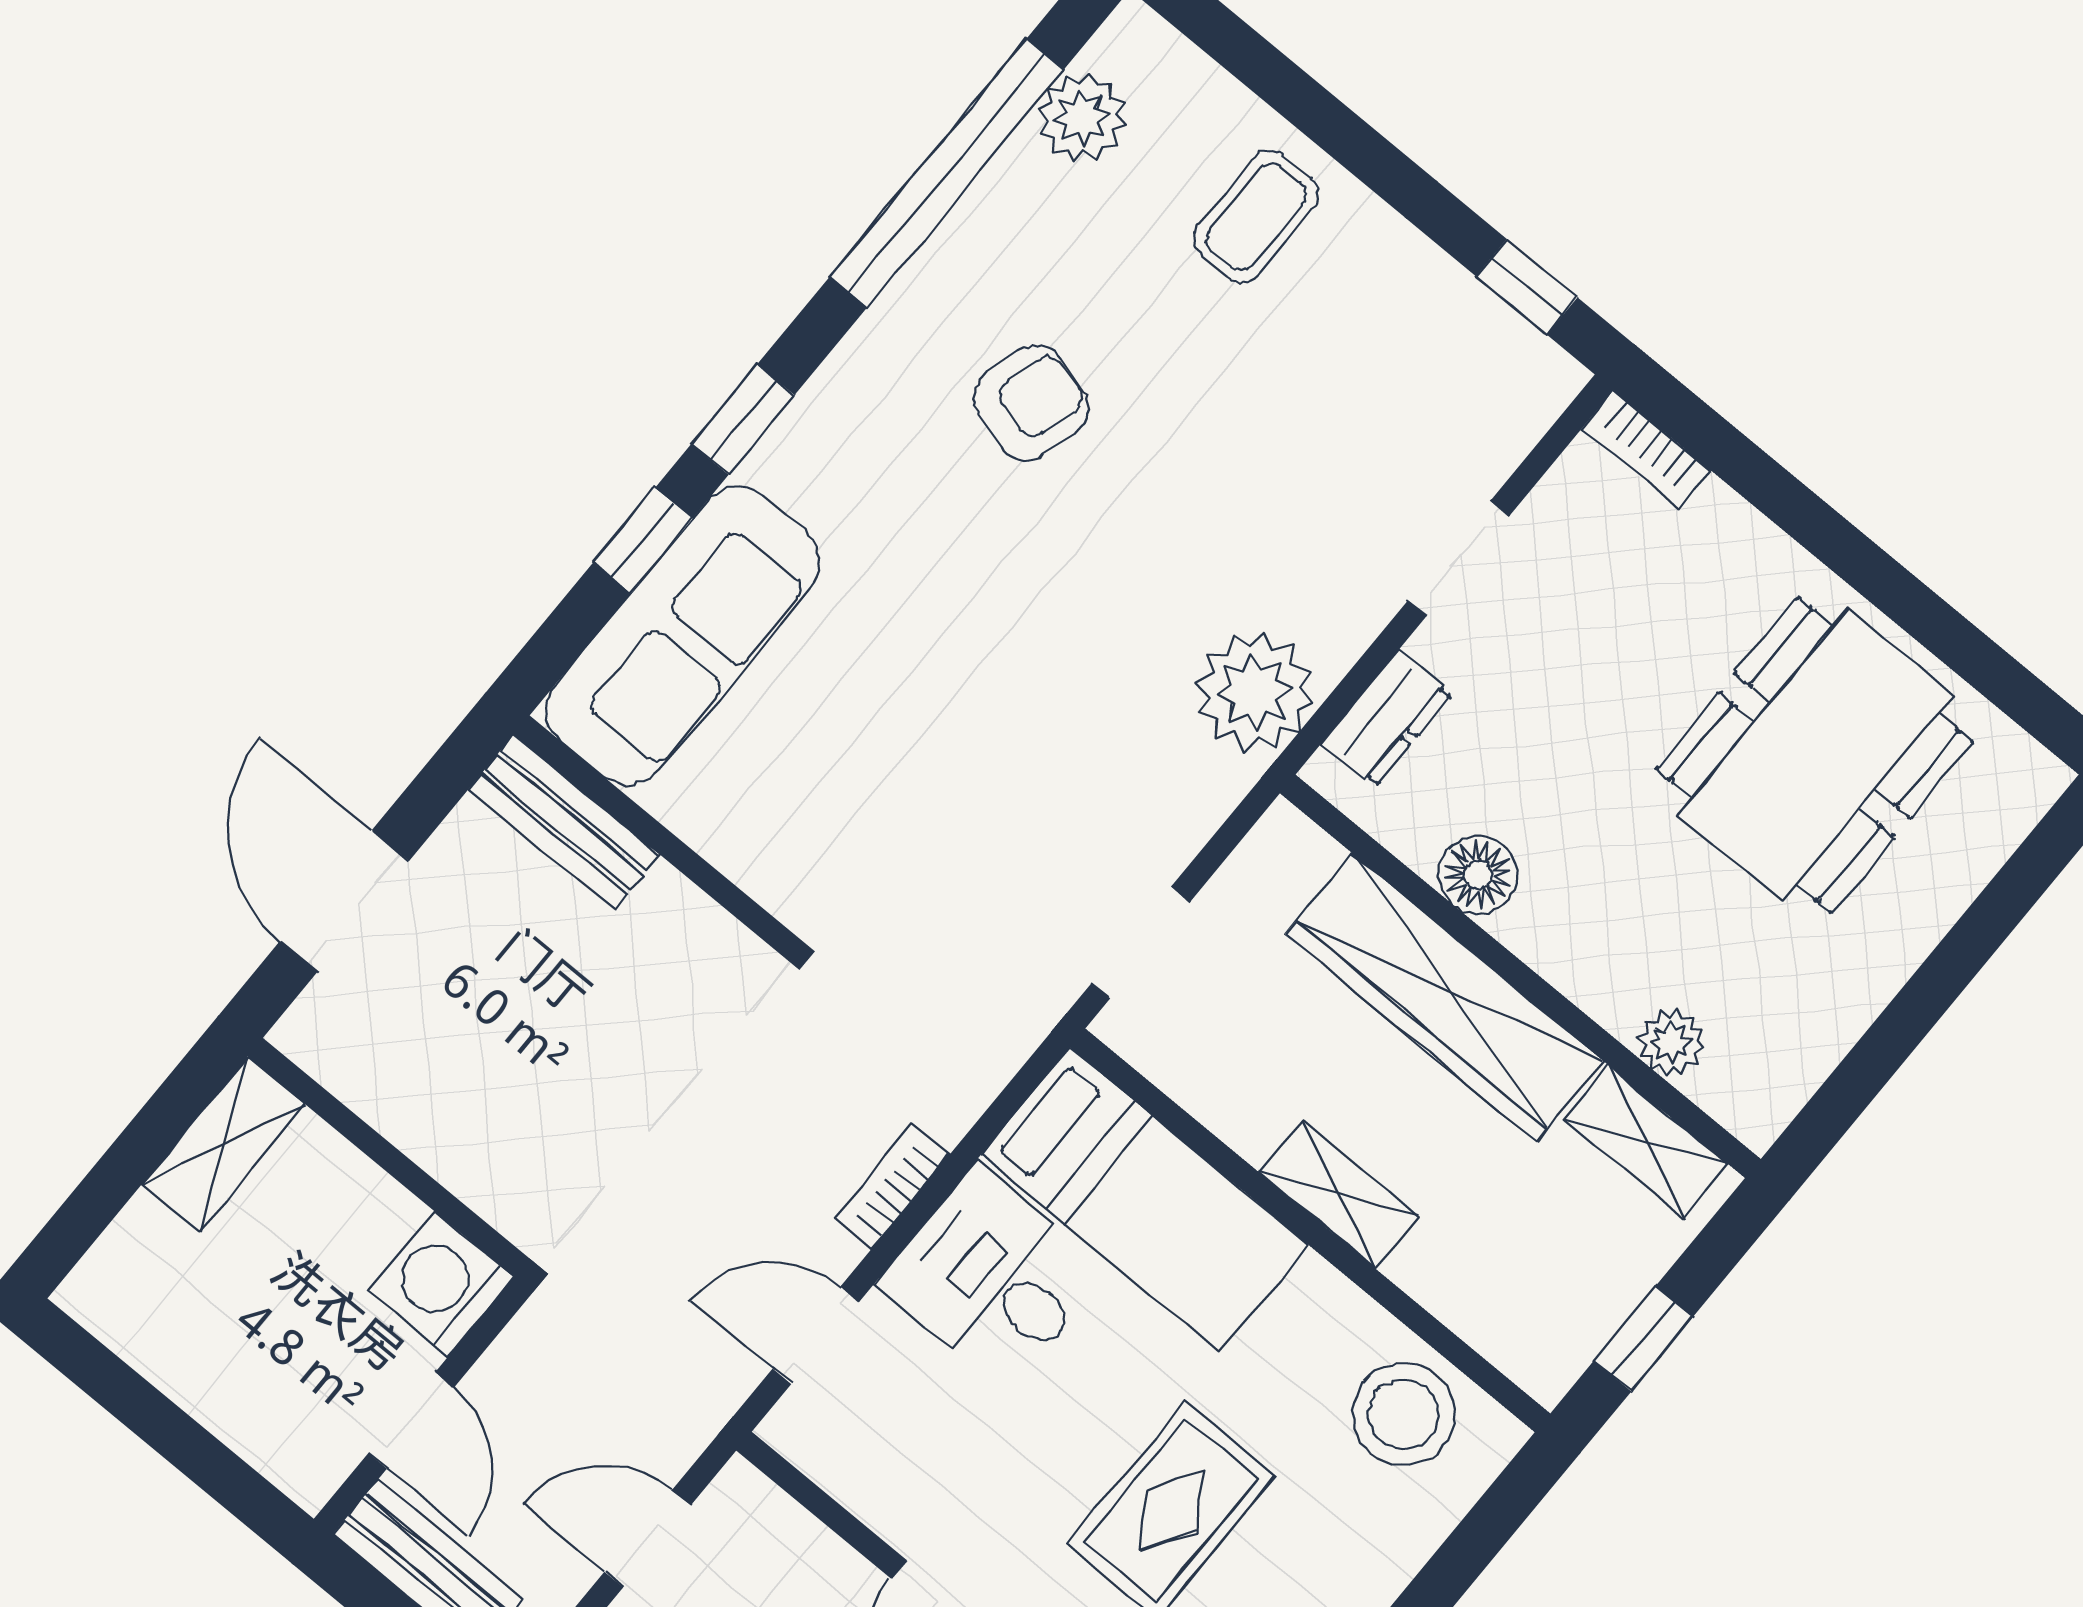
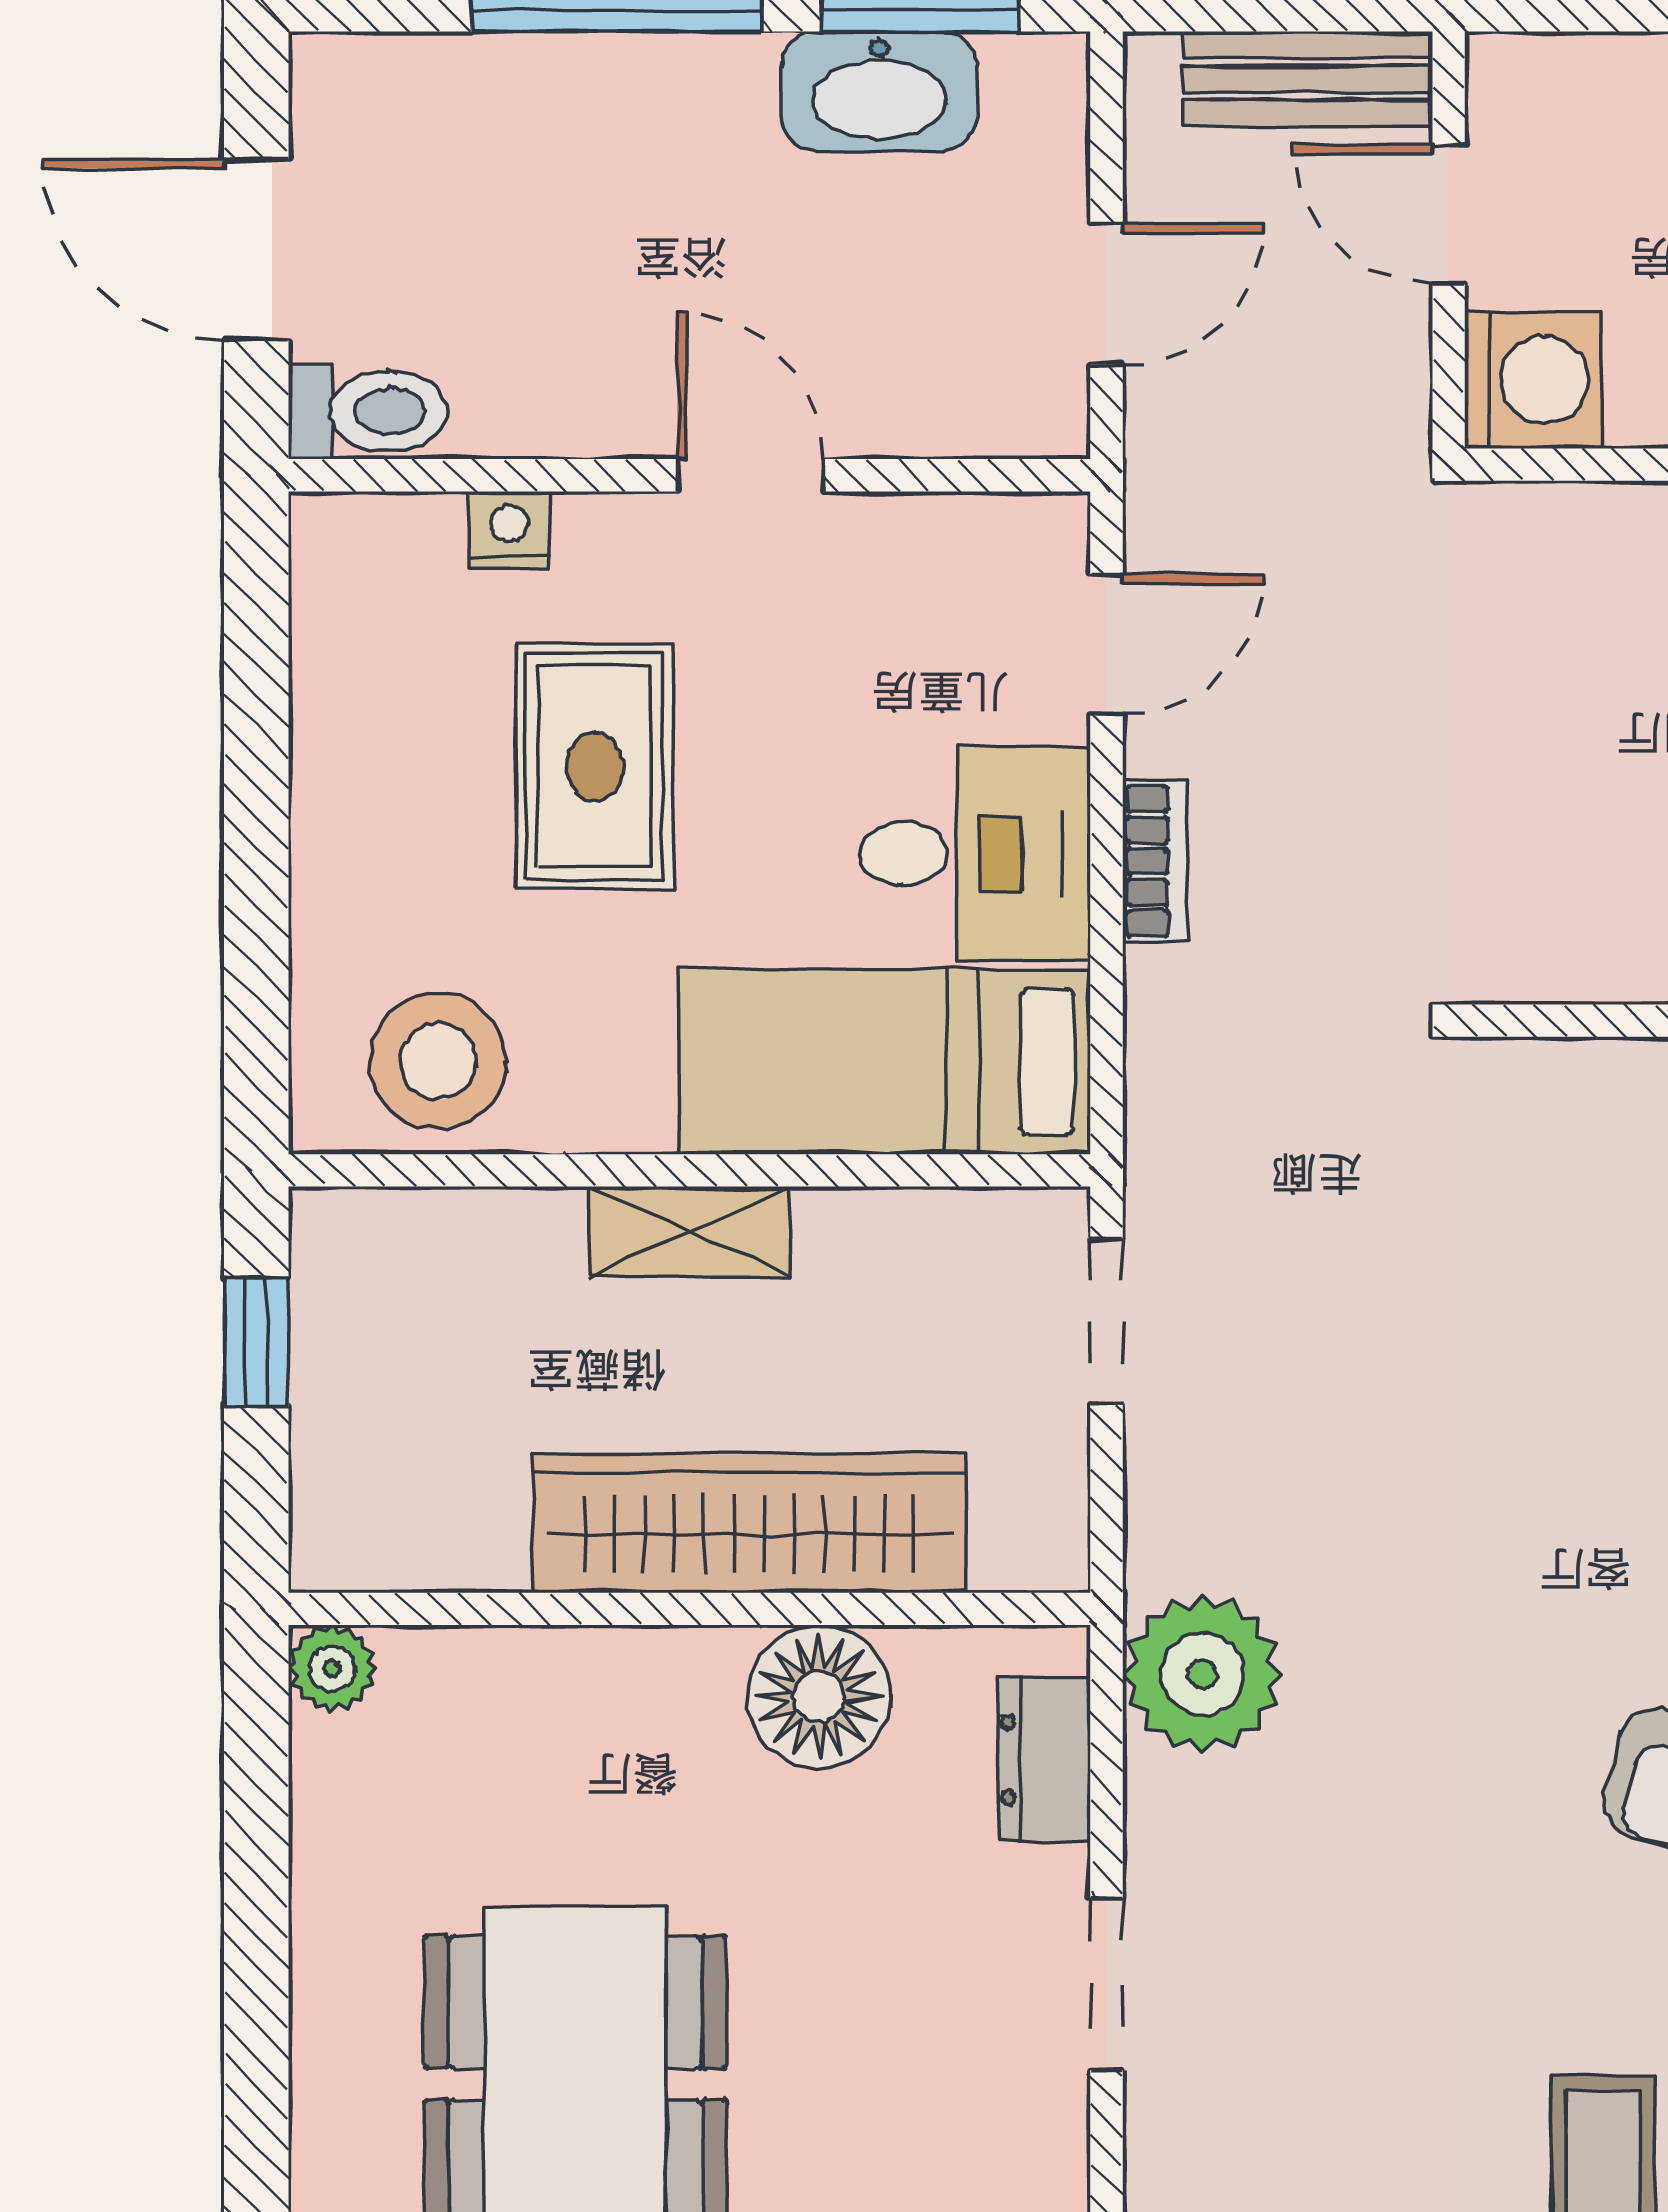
floor lamp: (1478, 874) -> (819, 1697), width x1.38, depth x1.38
plant: (1671, 1043) -> (332, 1669), moved
shelving: (1646, 1142) -> (420, 1546), removed

